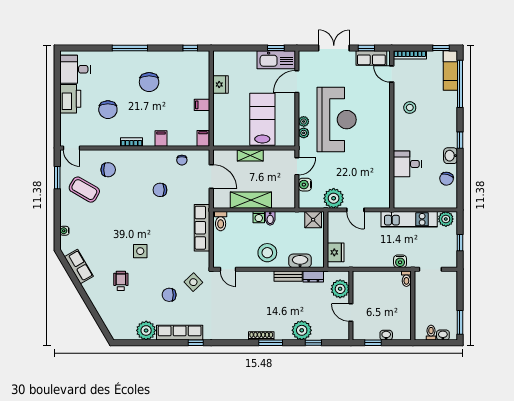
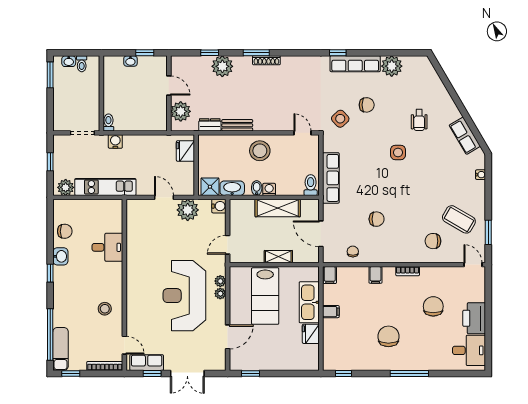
kitchen sink: (276, 60) -> (309, 302), moved, turned -90
chair: (447, 179) -> (65, 231), turned 73
water cooler: (305, 185) -> (219, 206), moved
washbasin: (300, 261) -> (232, 188), moved, turned 180

